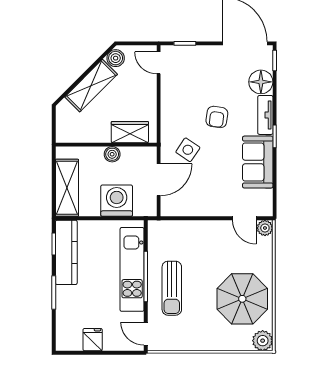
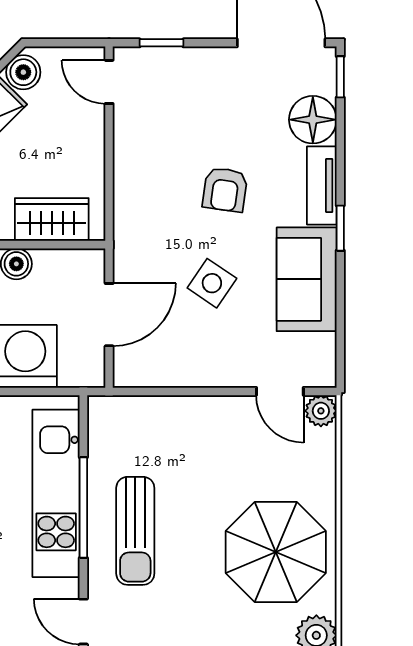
side table: (188, 150) -> (212, 283), moved

